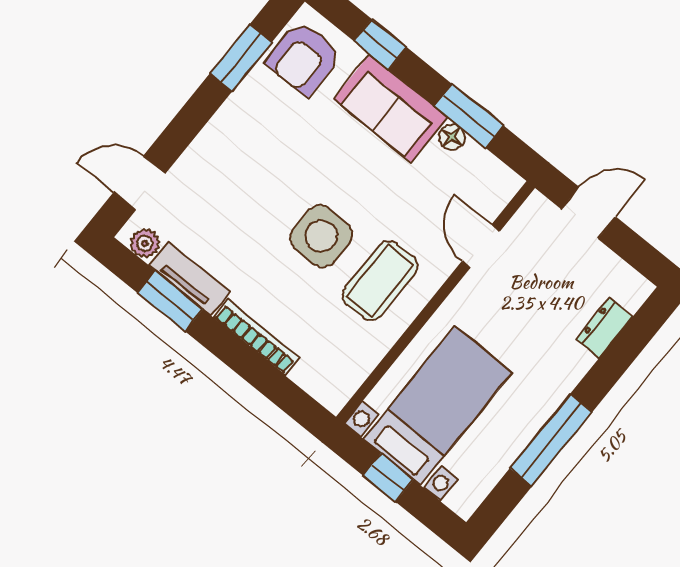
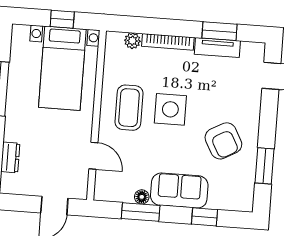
armchair: (303, 58) -> (223, 141), moved, turned 151
plant: (145, 243) -> (132, 41), moved

